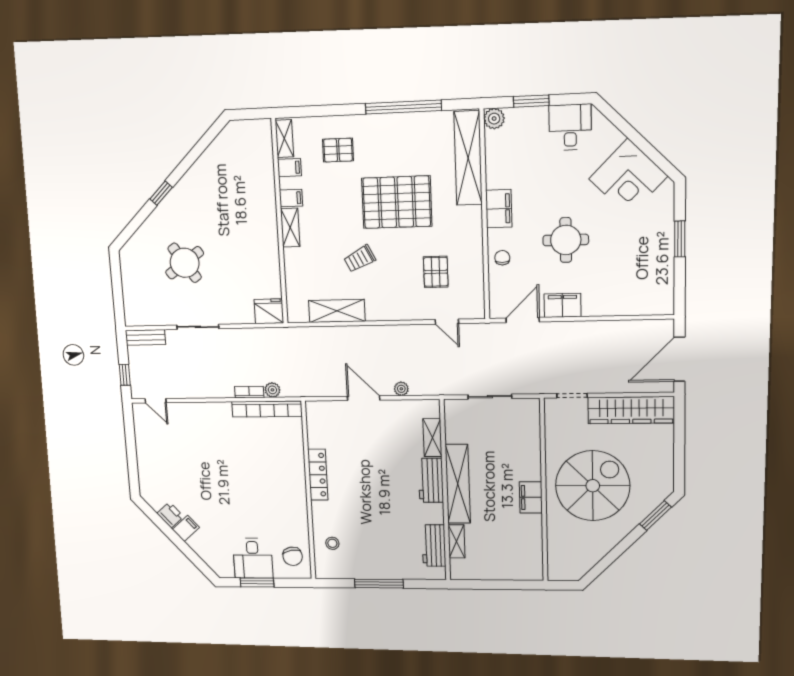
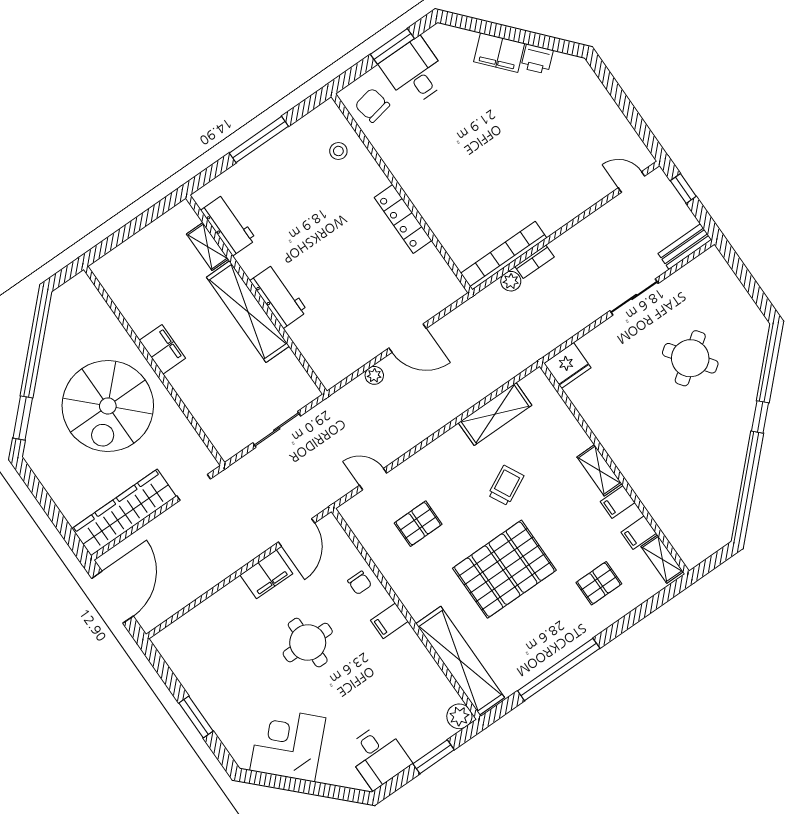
filing cabinet: (499, 209) -> (389, 621), width x0.50
pallet: (436, 272) -> (418, 524), turned 90
shelving: (432, 438) -> (308, 344), removed
filing cabinet: (186, 528) -> (499, 53), width x2.00

